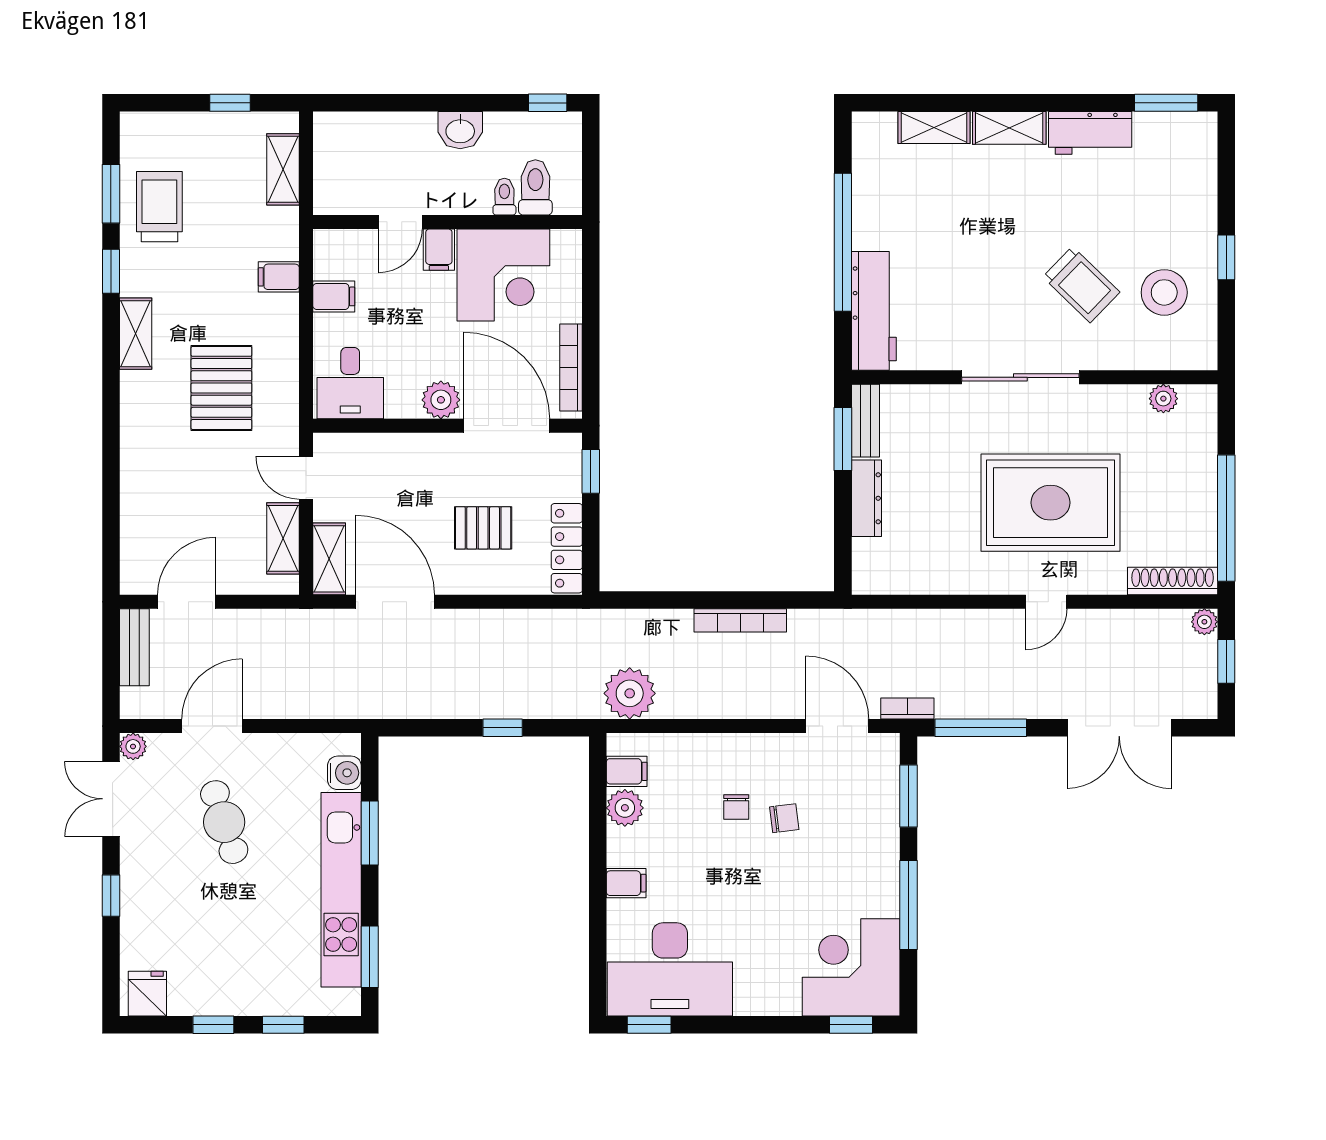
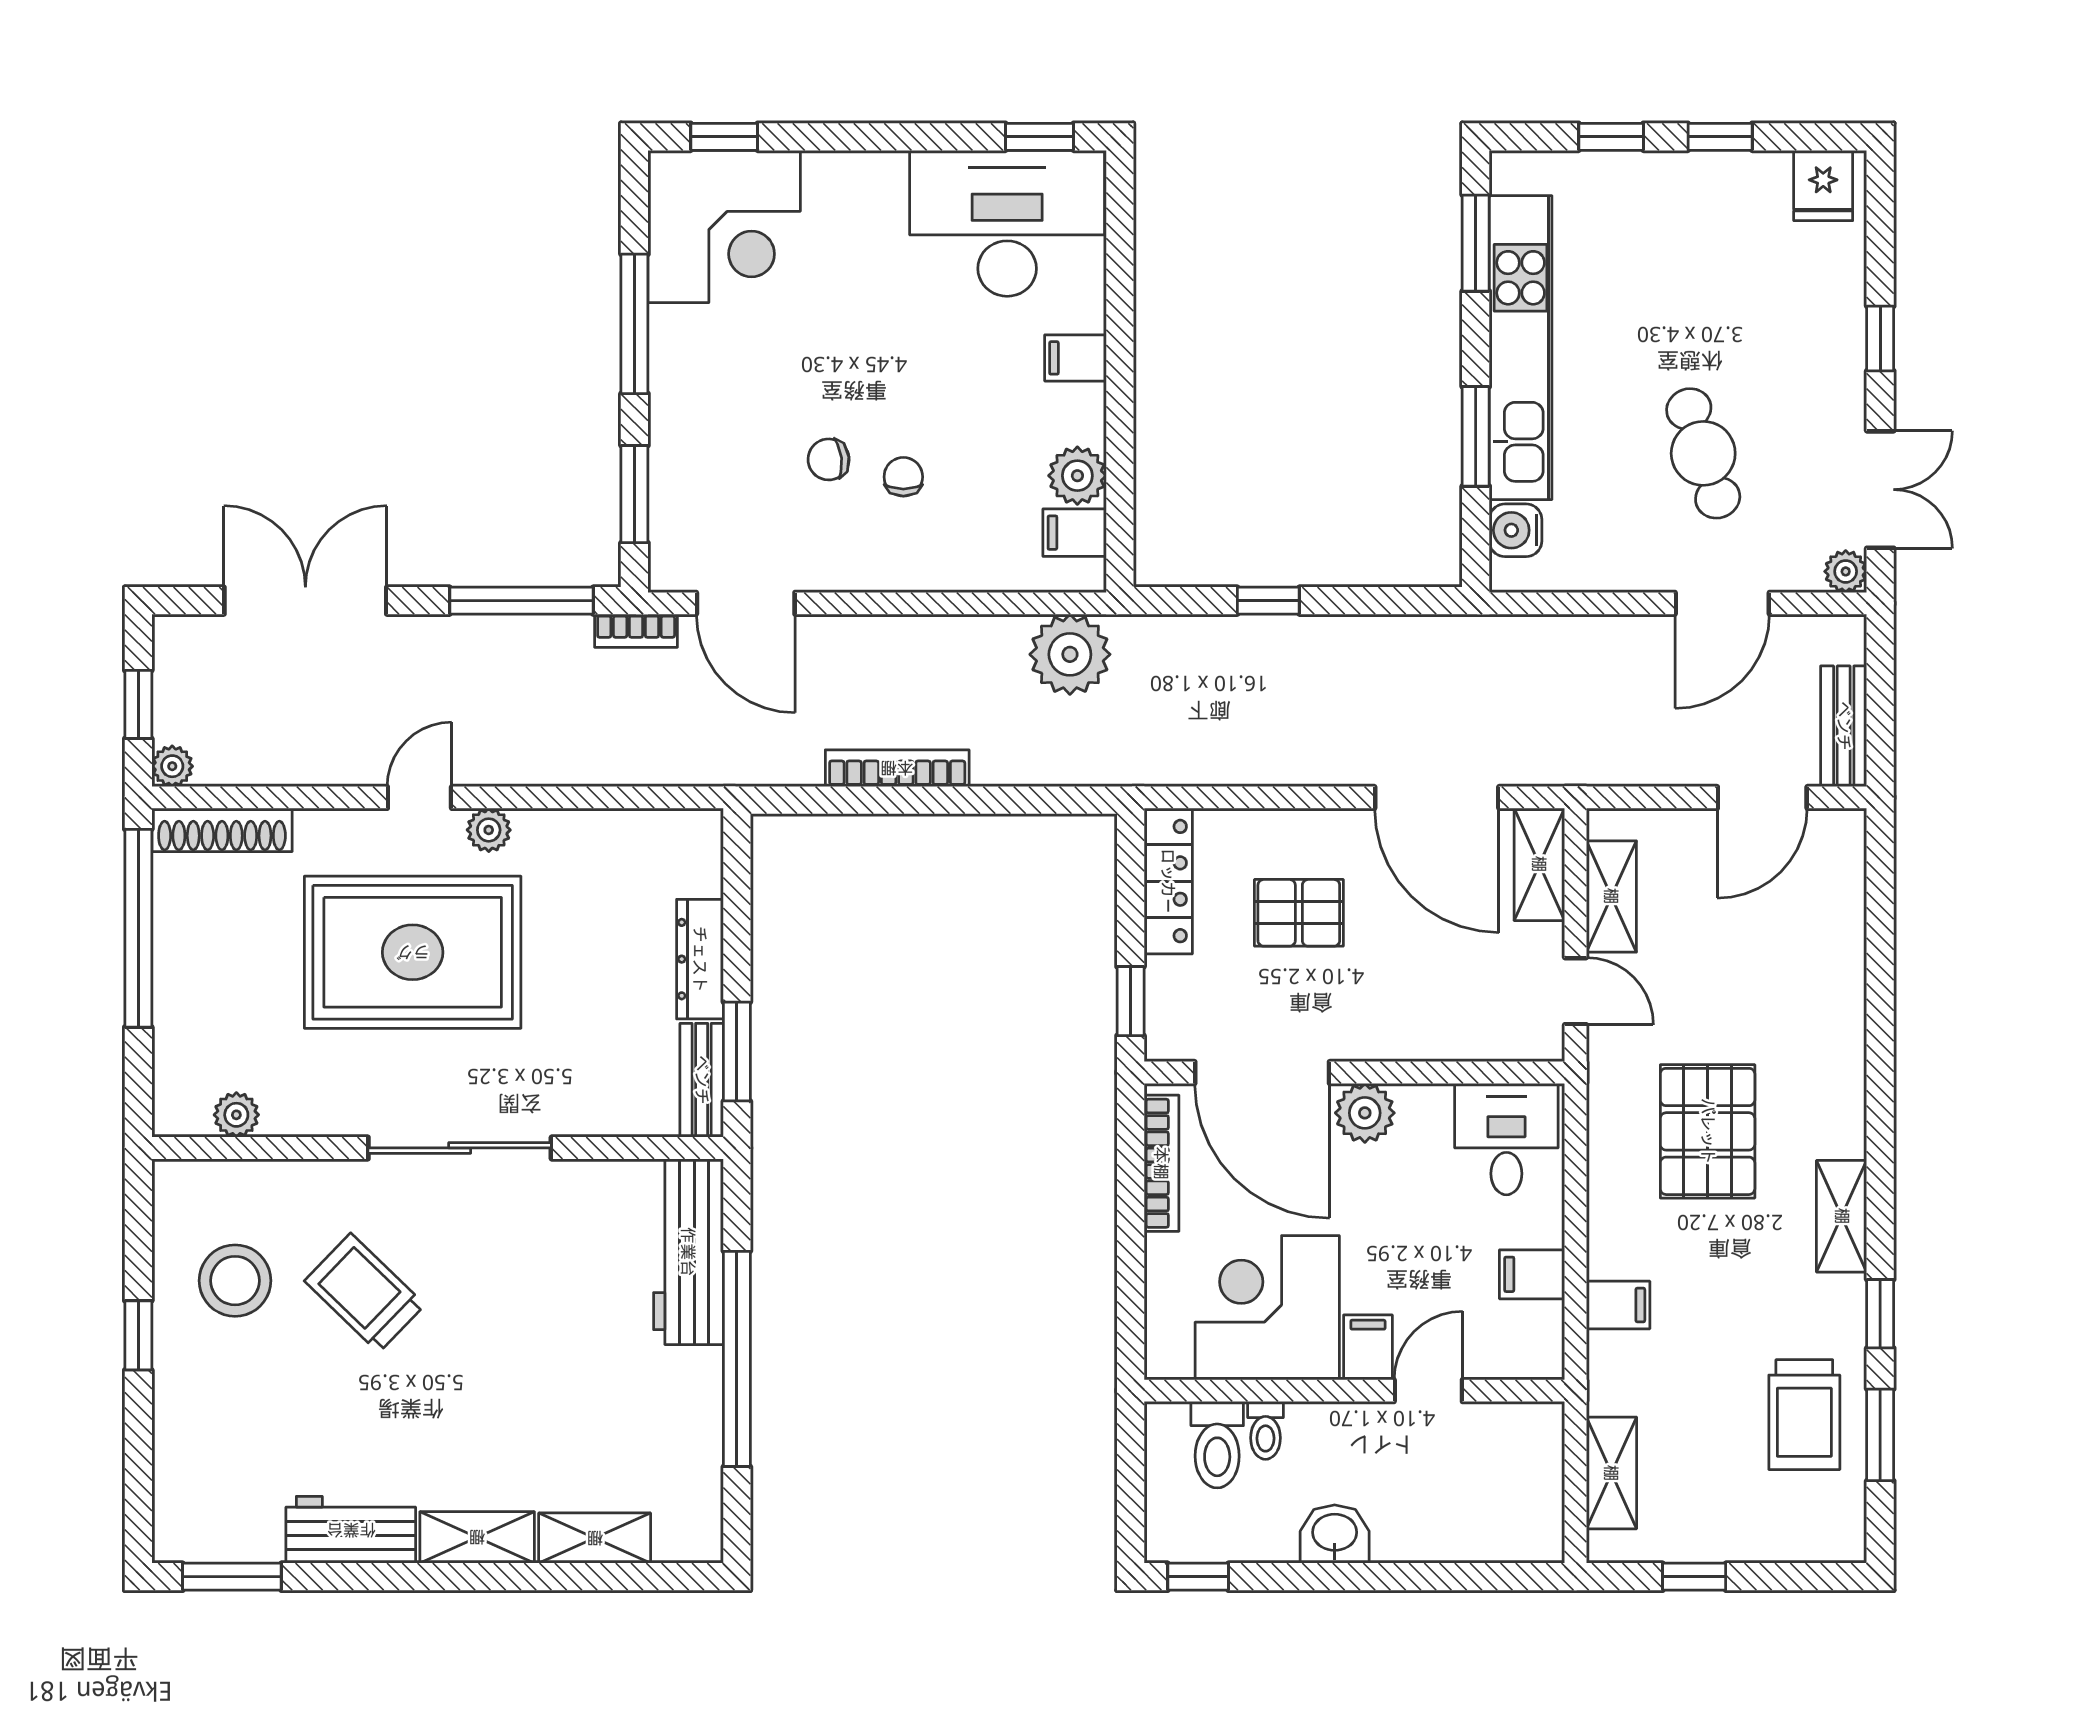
plant: (1002, 581) -> (489, 830), added

